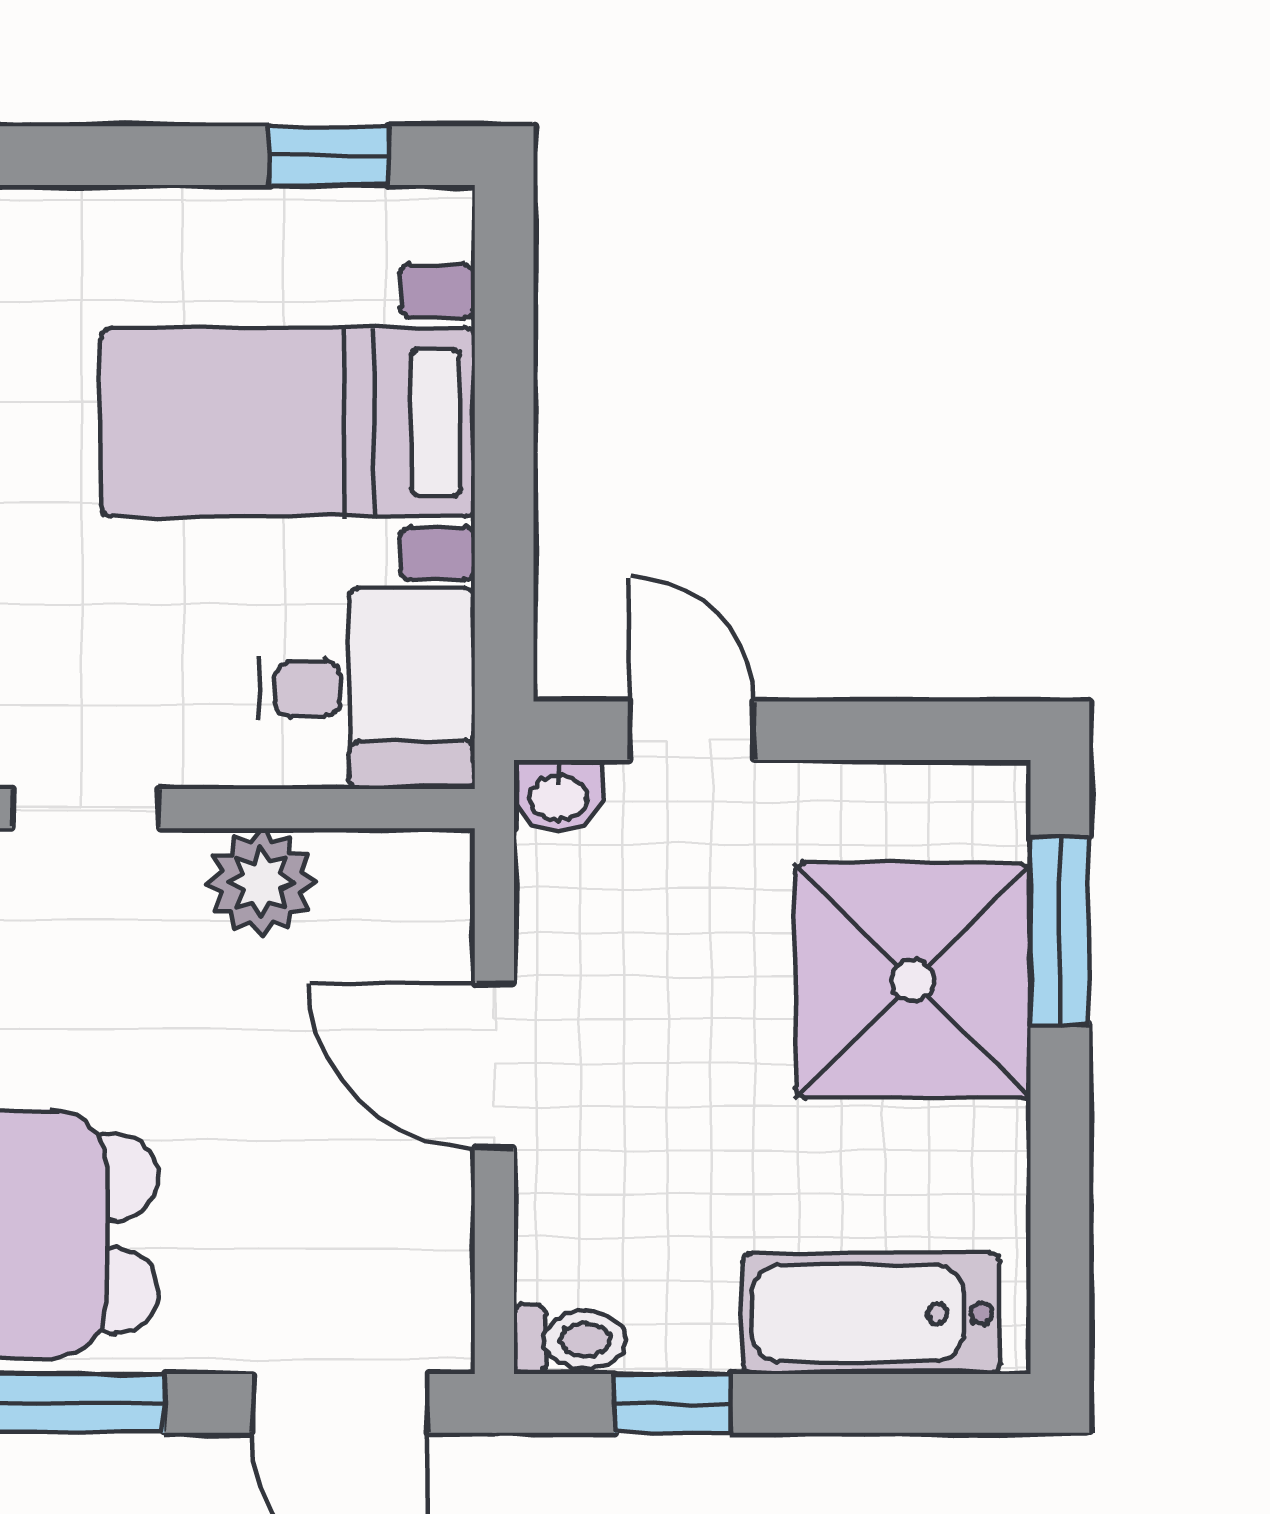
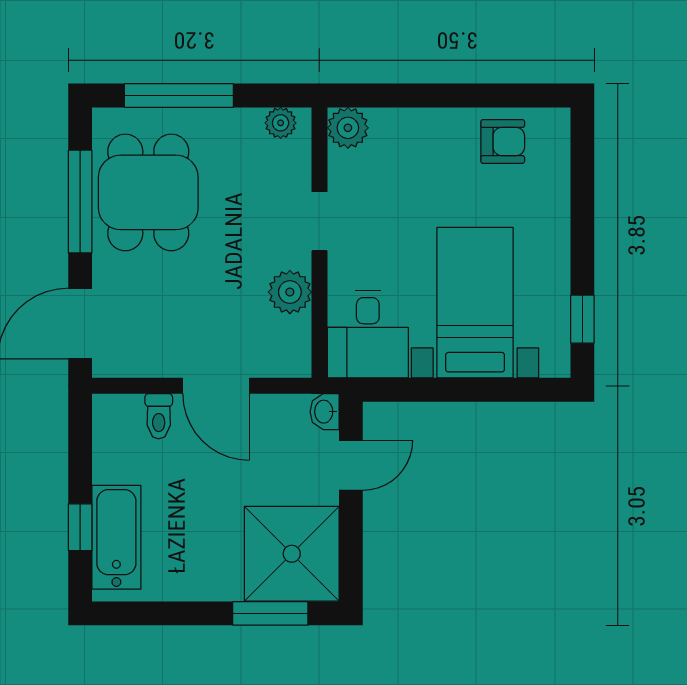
shower: (913, 981) -> (292, 554), moved
door: (494, 1066) -> (216, 386), swing flipped
toilet: (570, 1340) -> (159, 416), moved
window: (672, 1403) -> (80, 527), moved

